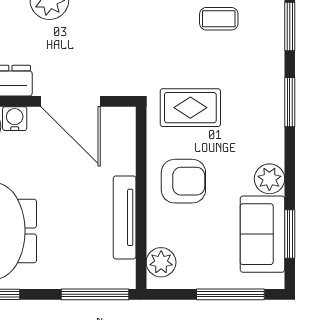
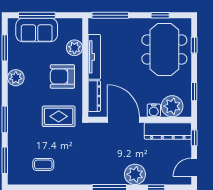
dresser: (125, 145) -> (94, 96), added
sofa: (262, 234) -> (37, 30), moved, turned 90
plant: (161, 262) -> (74, 48), moved

